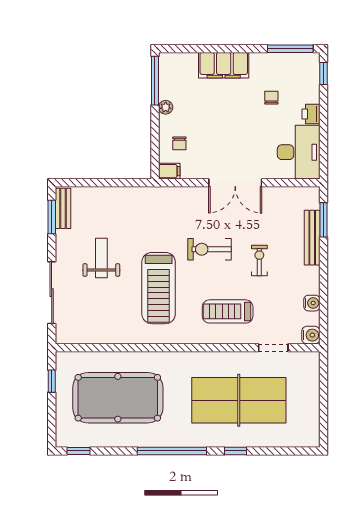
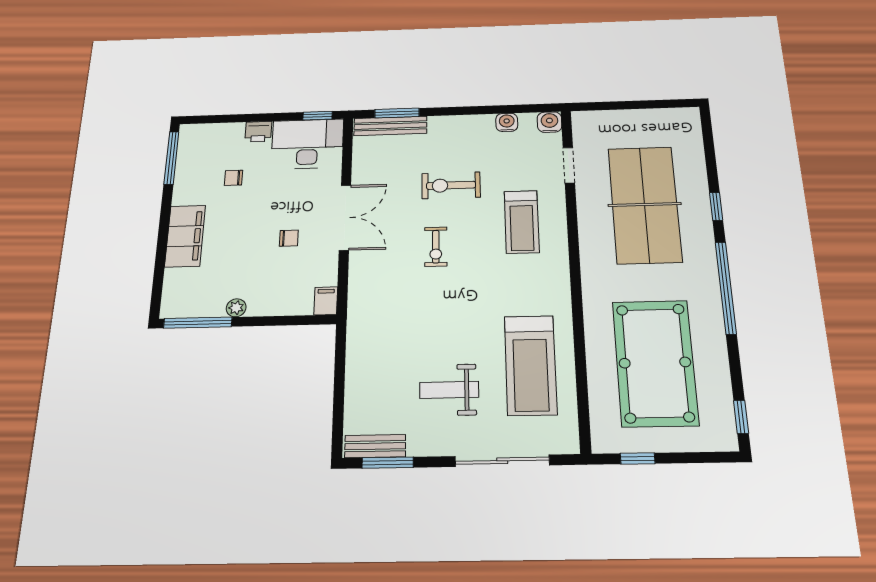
window: (323, 73) -> (318, 116), moved
chair: (179, 143) -> (289, 238), moved
bench: (312, 238) -> (390, 126), moved
exercise bike: (210, 249) -> (436, 247), width x0.73, depth x0.72
exercise bike: (259, 261) -> (451, 185), width x1.38, depth x1.39
treadmill: (159, 288) -> (530, 365), moved, turned 90

